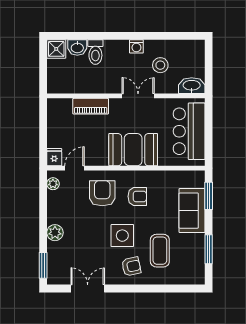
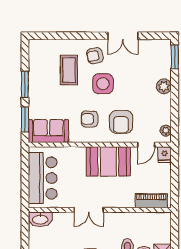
stool: (160, 65) -> (69, 238), removed
piano: (91, 106) -> (151, 201), moved
booth: (133, 150) -> (108, 161), moved
sofa: (192, 211) -> (48, 131), moved, turned -90
window: (209, 249) -> (25, 84), moved
double door: (88, 288) -> (123, 36), moved

